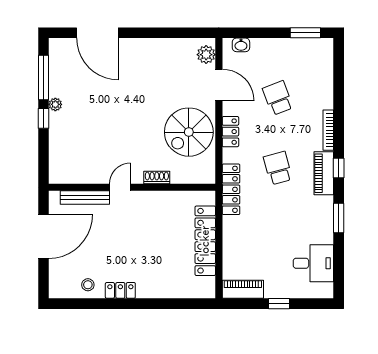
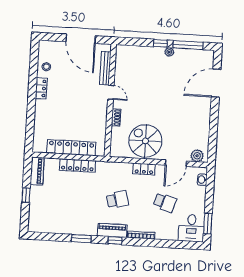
school desk: (278, 98) -> (165, 202), turned 39
locker: (231, 189) -> (77, 165), moved
desk: (313, 263) -> (191, 228), moved

